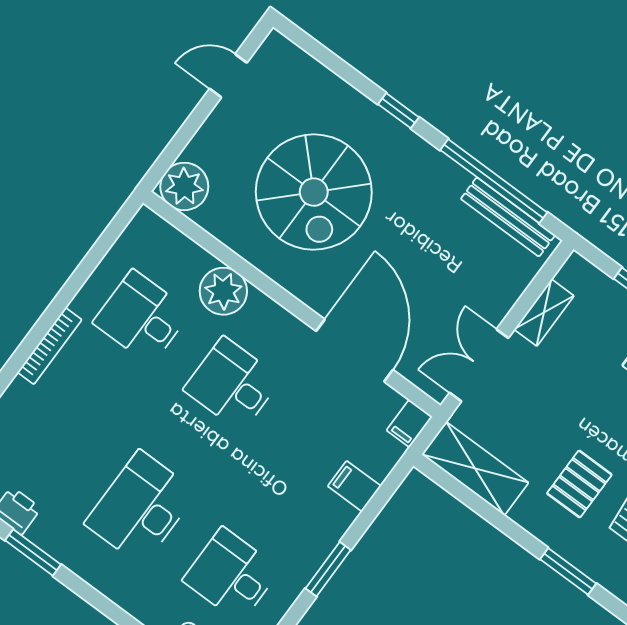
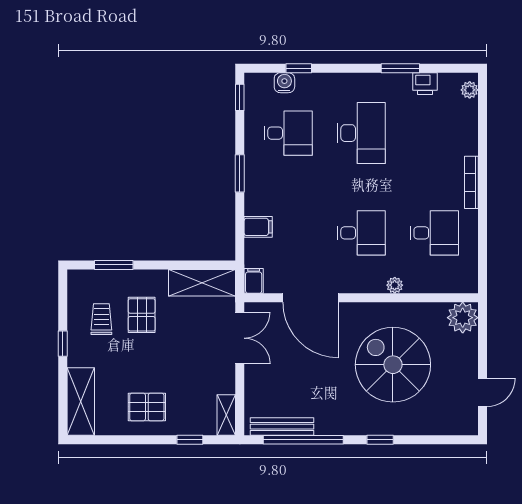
plant: (223, 291) -> (395, 285), width x0.53, depth x0.53
shelving: (544, 313) -> (226, 415), moved

